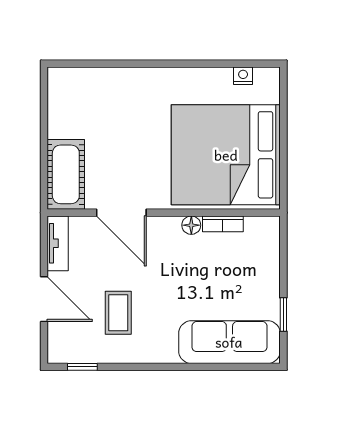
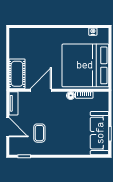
door: (121, 213) -> (41, 90), swing flipped
sofa: (229, 342) -> (100, 133), moved, turned -90

